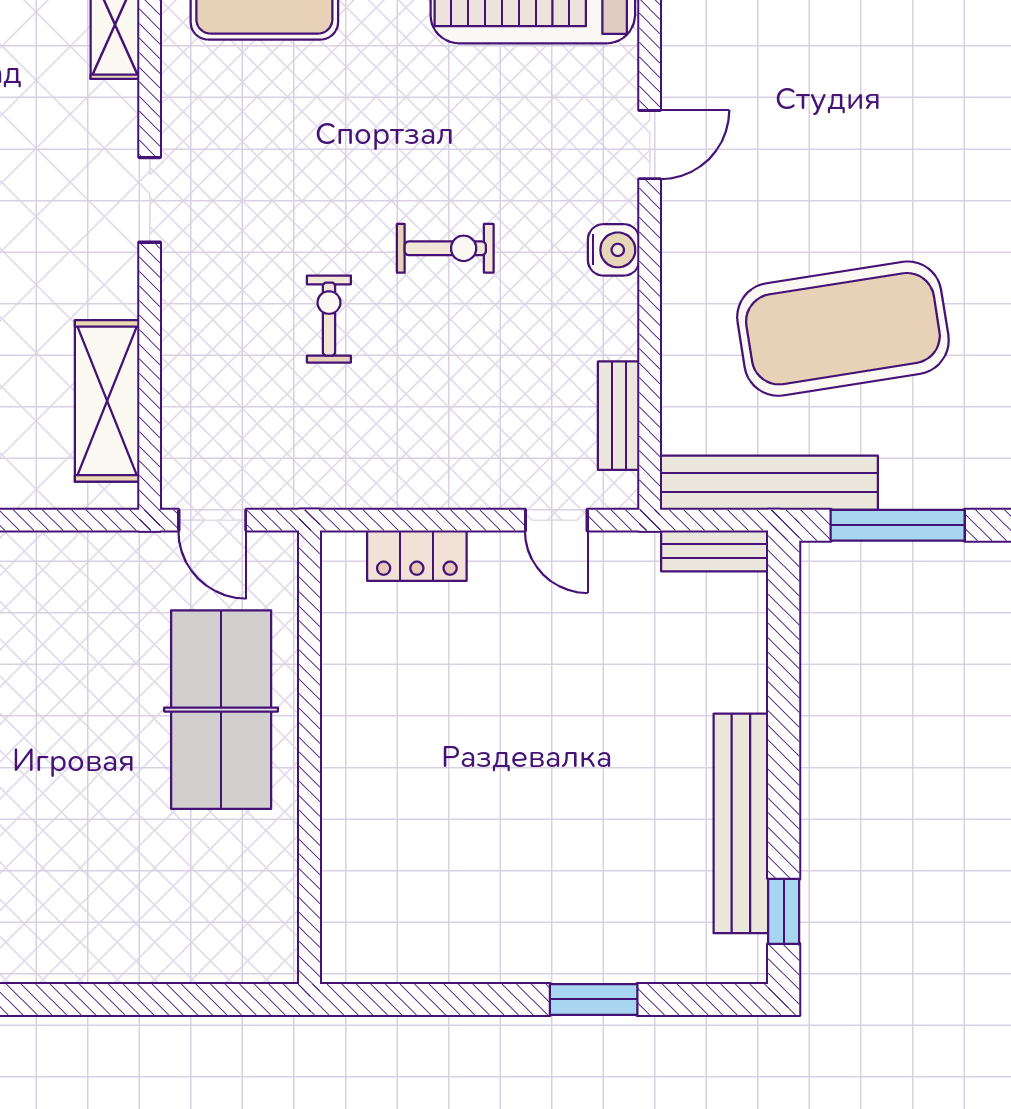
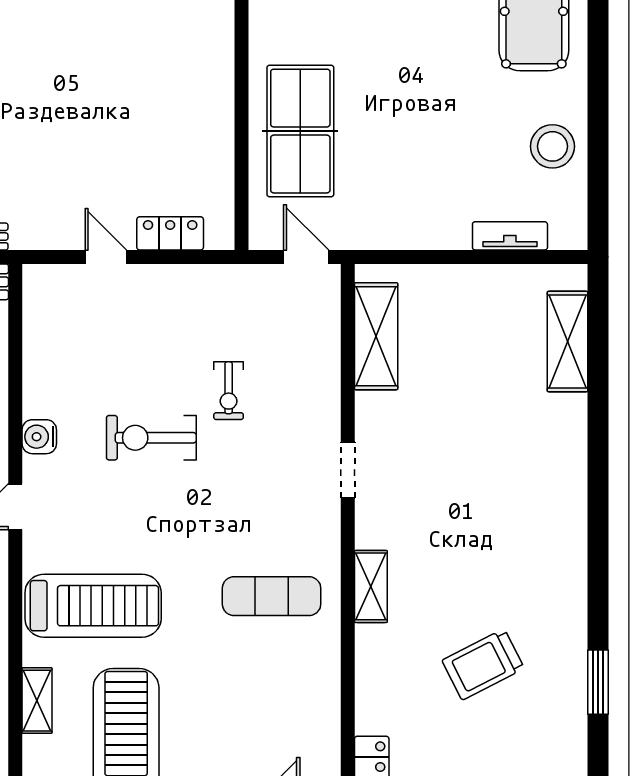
exercise bike: (445, 248) -> (151, 438), width x1.38, depth x1.39
bench: (619, 416) -> (36, 326), removed
door: (556, 520) -> (106, 257), moved

